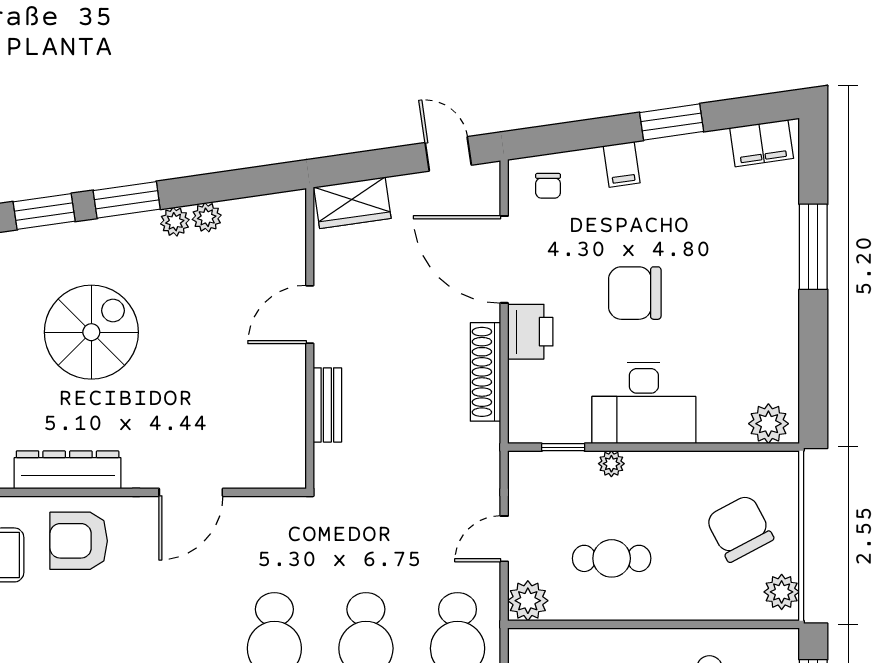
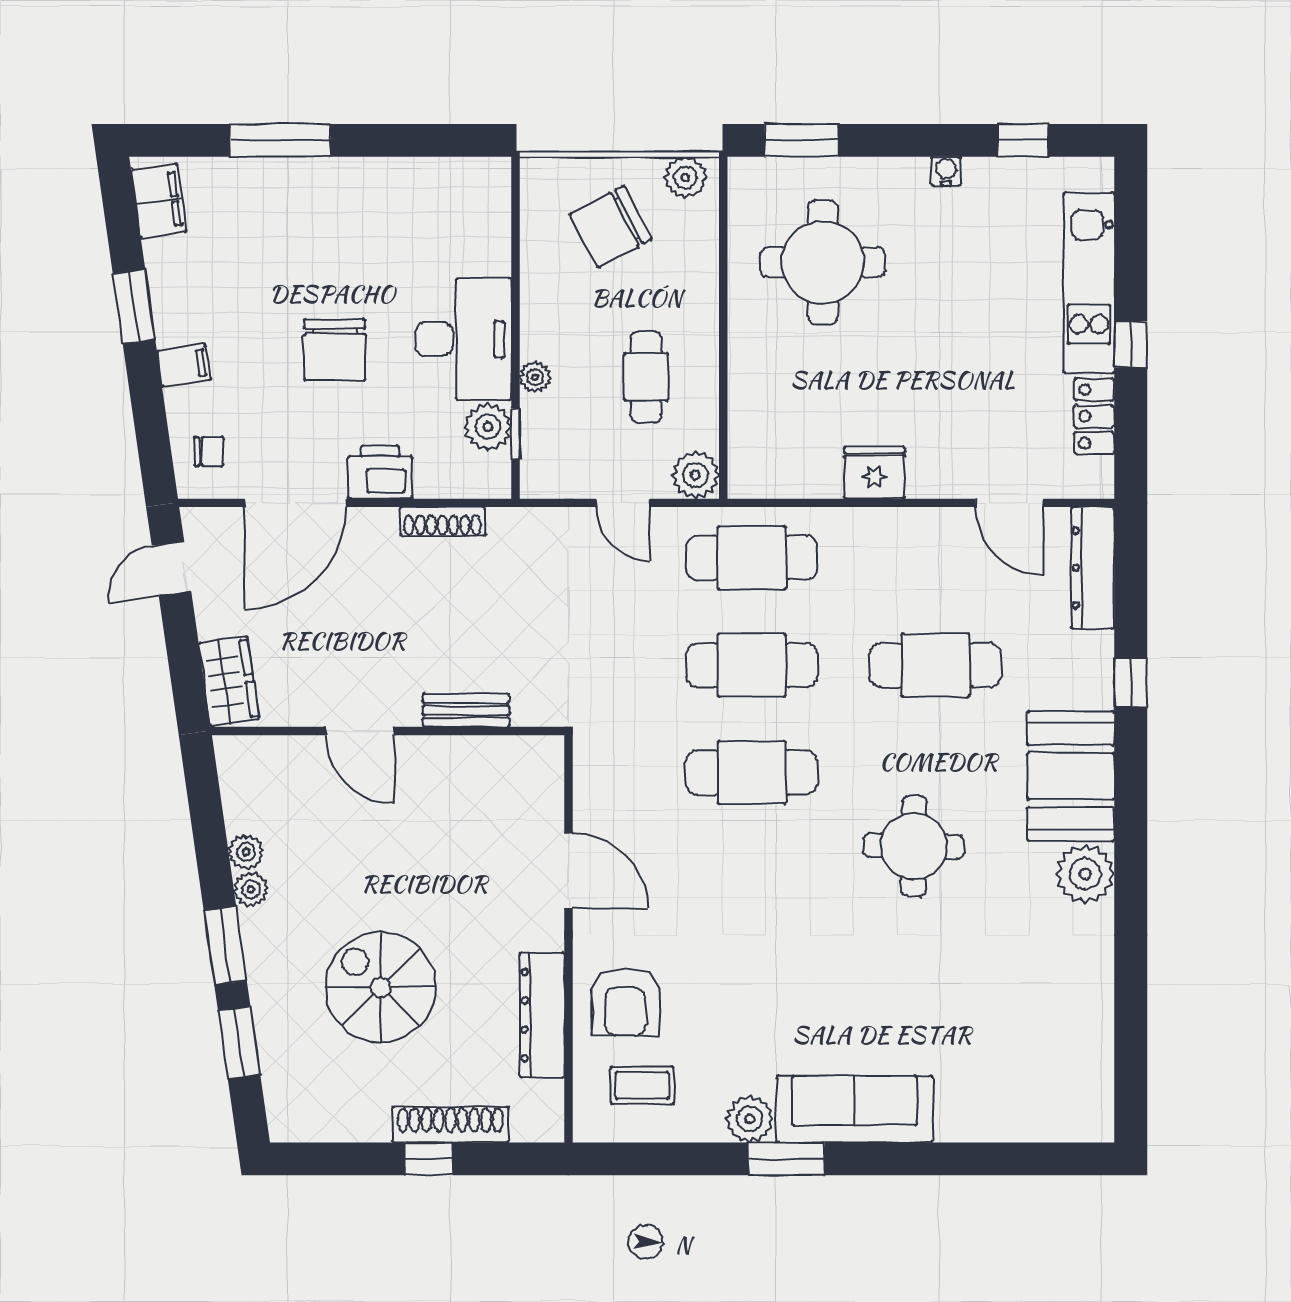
shoe rack: (486, 372) -> (443, 521), width x0.74, depth x0.81
plant: (768, 424) -> (488, 427), moved

